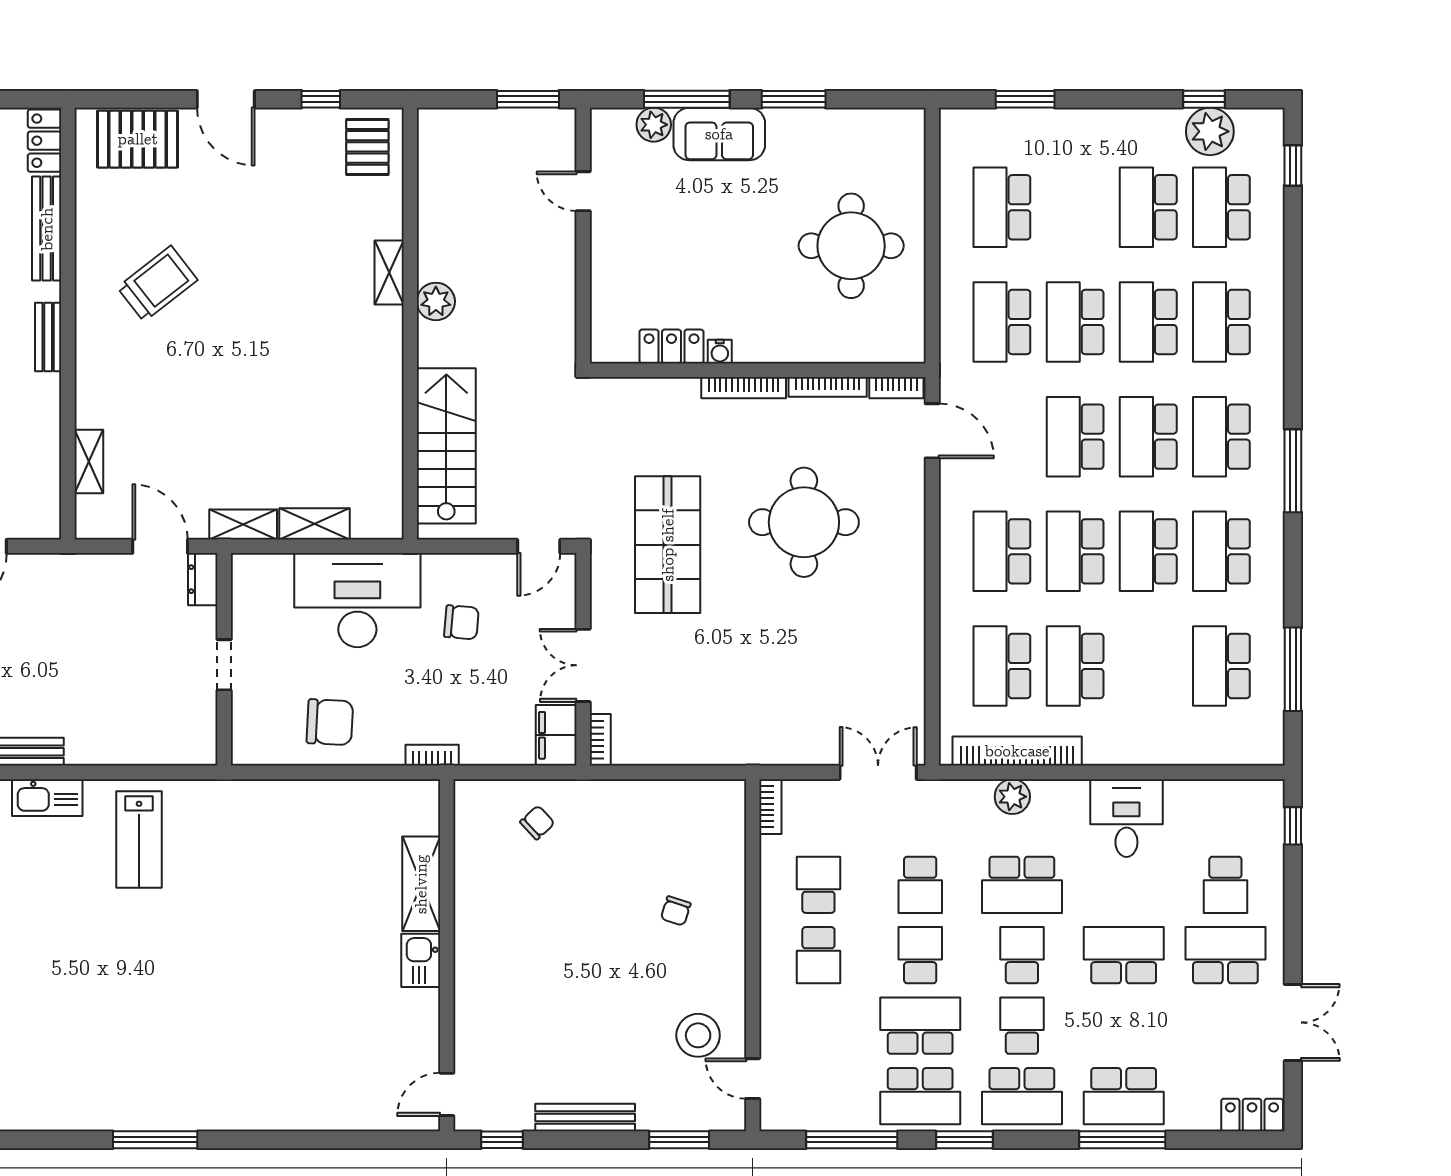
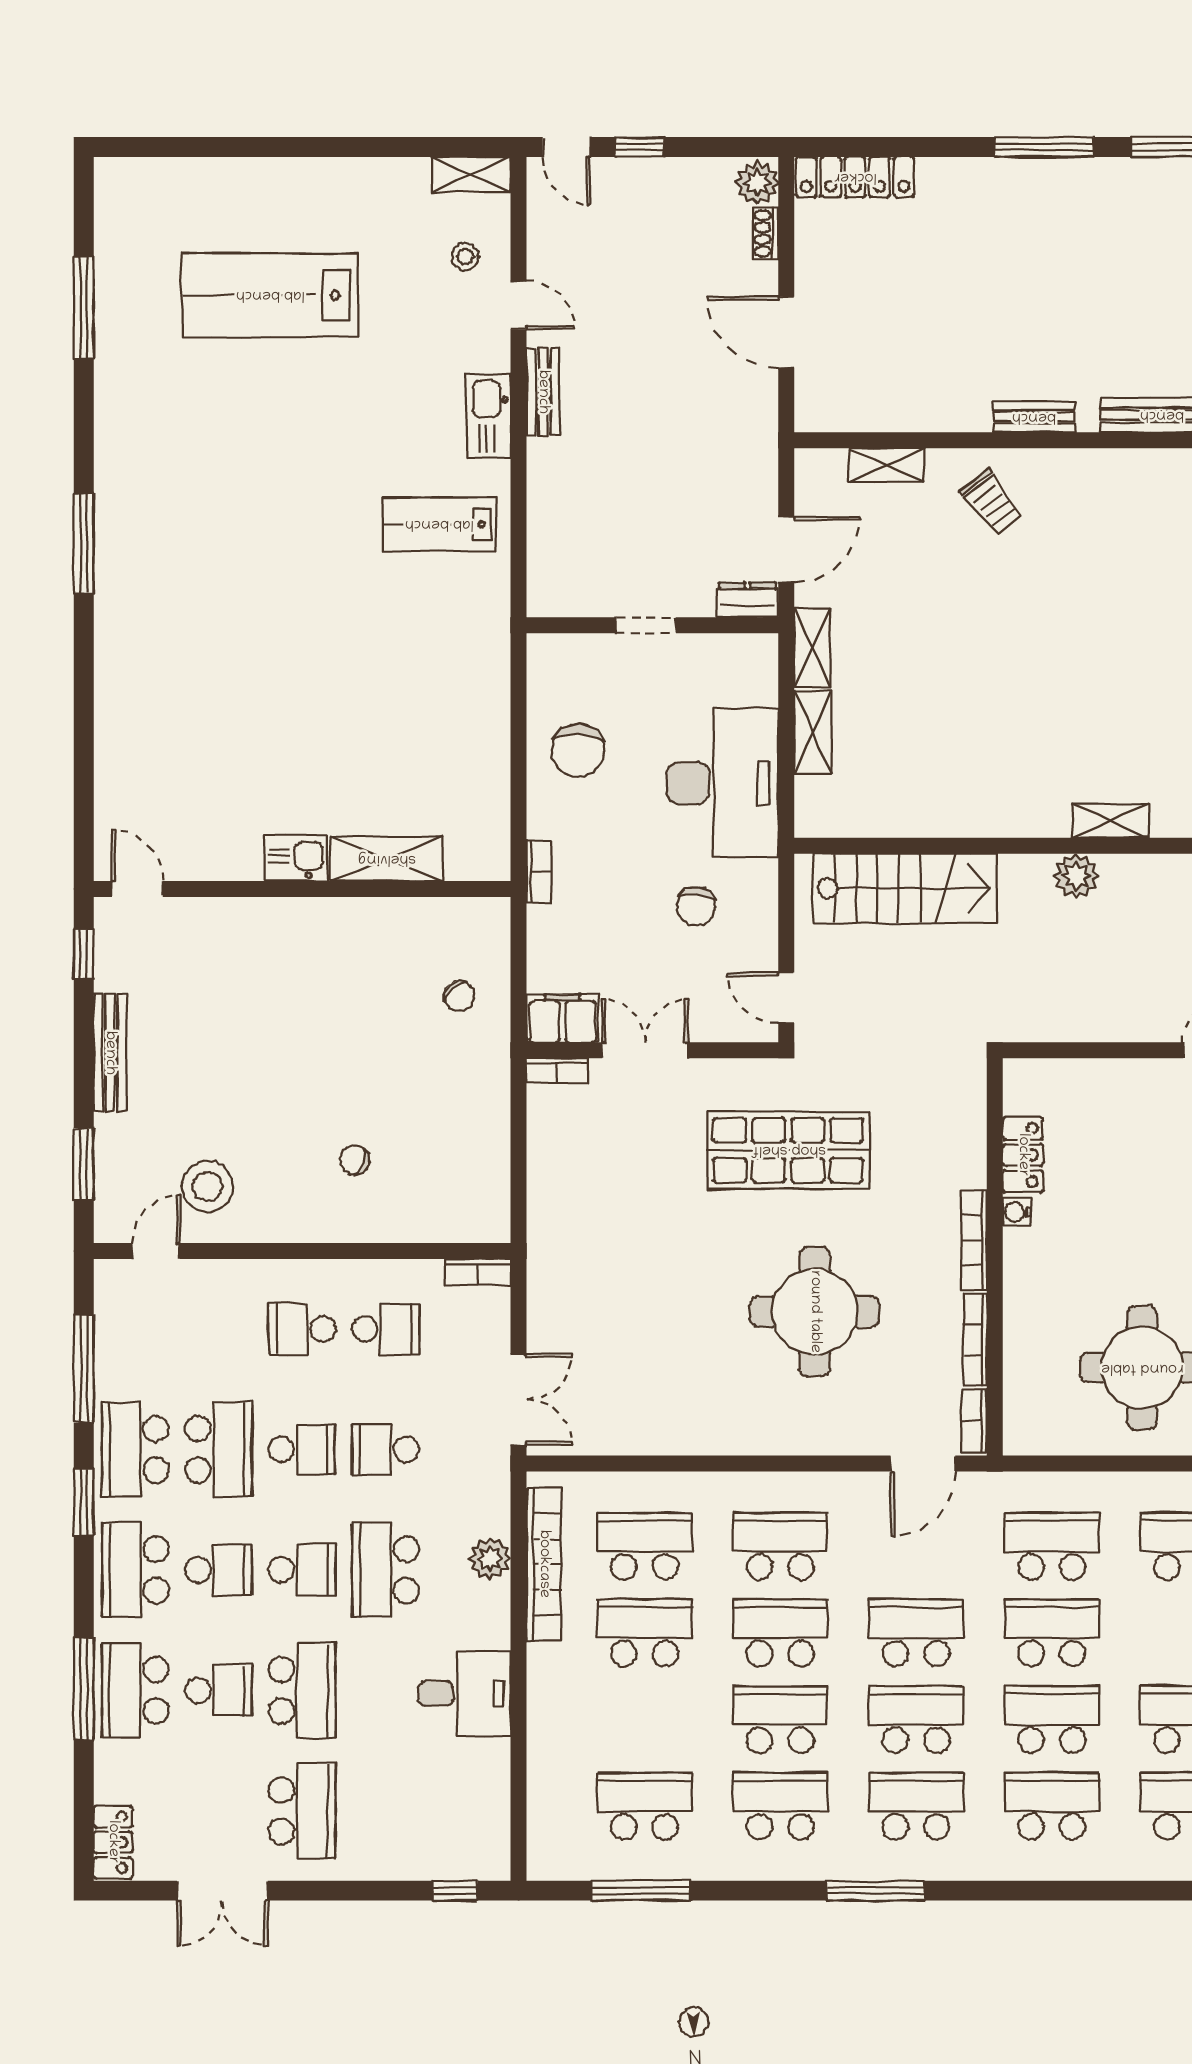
trolley: (157, 284) -> (992, 502), moved, width x0.73, depth x0.72
school desk: (1225, 885) -> (219, 1690), moved, turned 180

